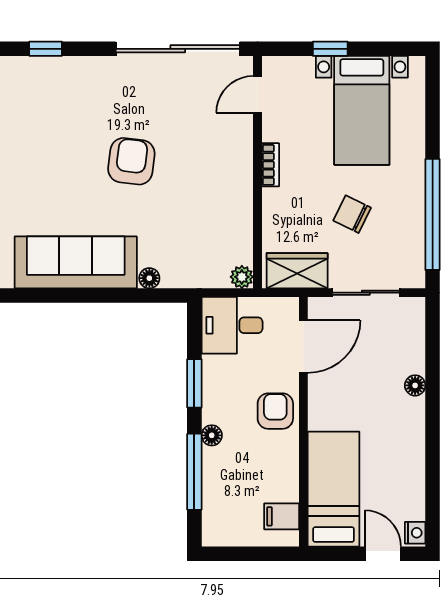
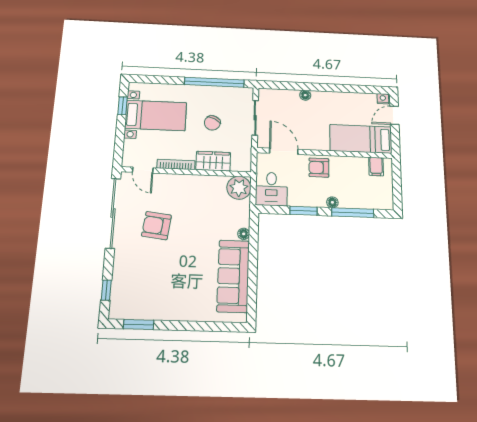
window: (330, 49) -> (123, 106), moved
armchair: (131, 161) -> (157, 226), moved
bookcase: (270, 165) -> (176, 164), width x1.56
wardrobe: (297, 271) -> (213, 161), moved, turned 90
plant: (242, 277) -> (239, 188), width x1.88, depth x1.88

